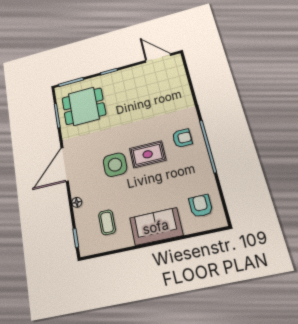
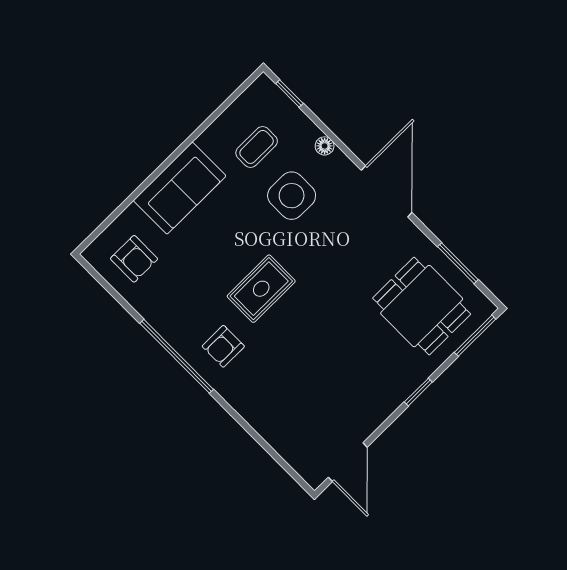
door: (158, 58) -> (348, 462), hinge flipped
dining table: (84, 106) -> (422, 306), turned 90
side table: (115, 165) -> (292, 196), moved
coffee table: (107, 222) -> (257, 147), turned 90

